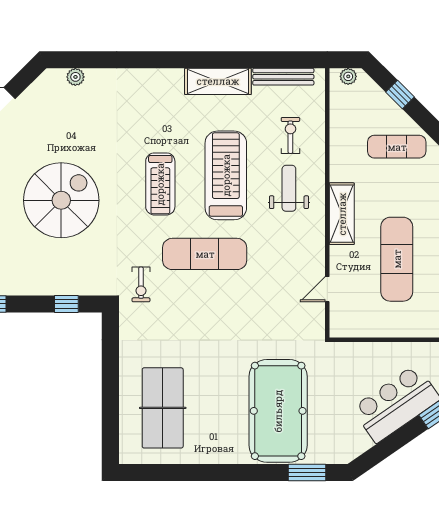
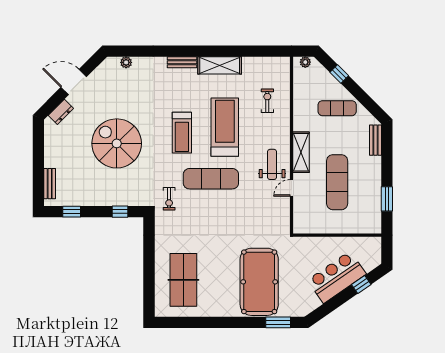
bench: (283, 77) -> (182, 62), moved, width x0.73
weight bench: (289, 188) -> (272, 164), moved
spiral stairs: (61, 200) -> (117, 143), turned -90
door: (327, 289) -> (291, 188), moved

